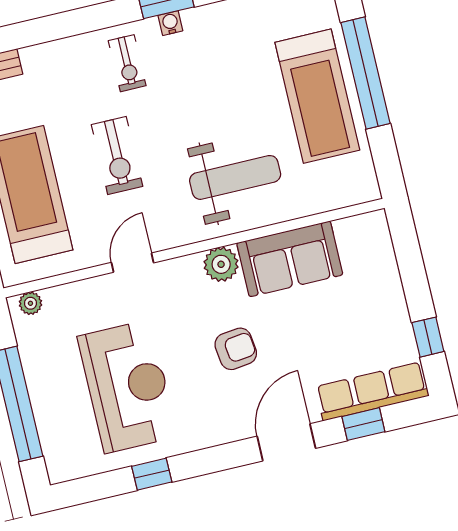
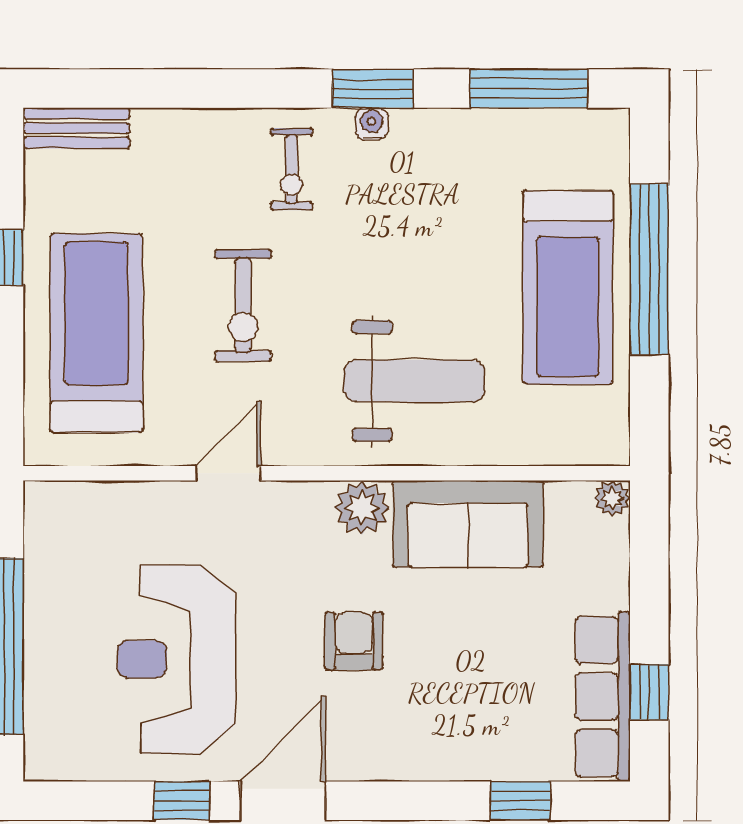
plant: (30, 303) -> (612, 498), moved
armchair: (236, 349) -> (354, 641), turned -83
reception desk: (127, 387) -> (176, 659), turned 180
row of seats: (372, 391) -> (603, 697), moved, turned -90
door: (286, 442) -> (283, 801), moved

